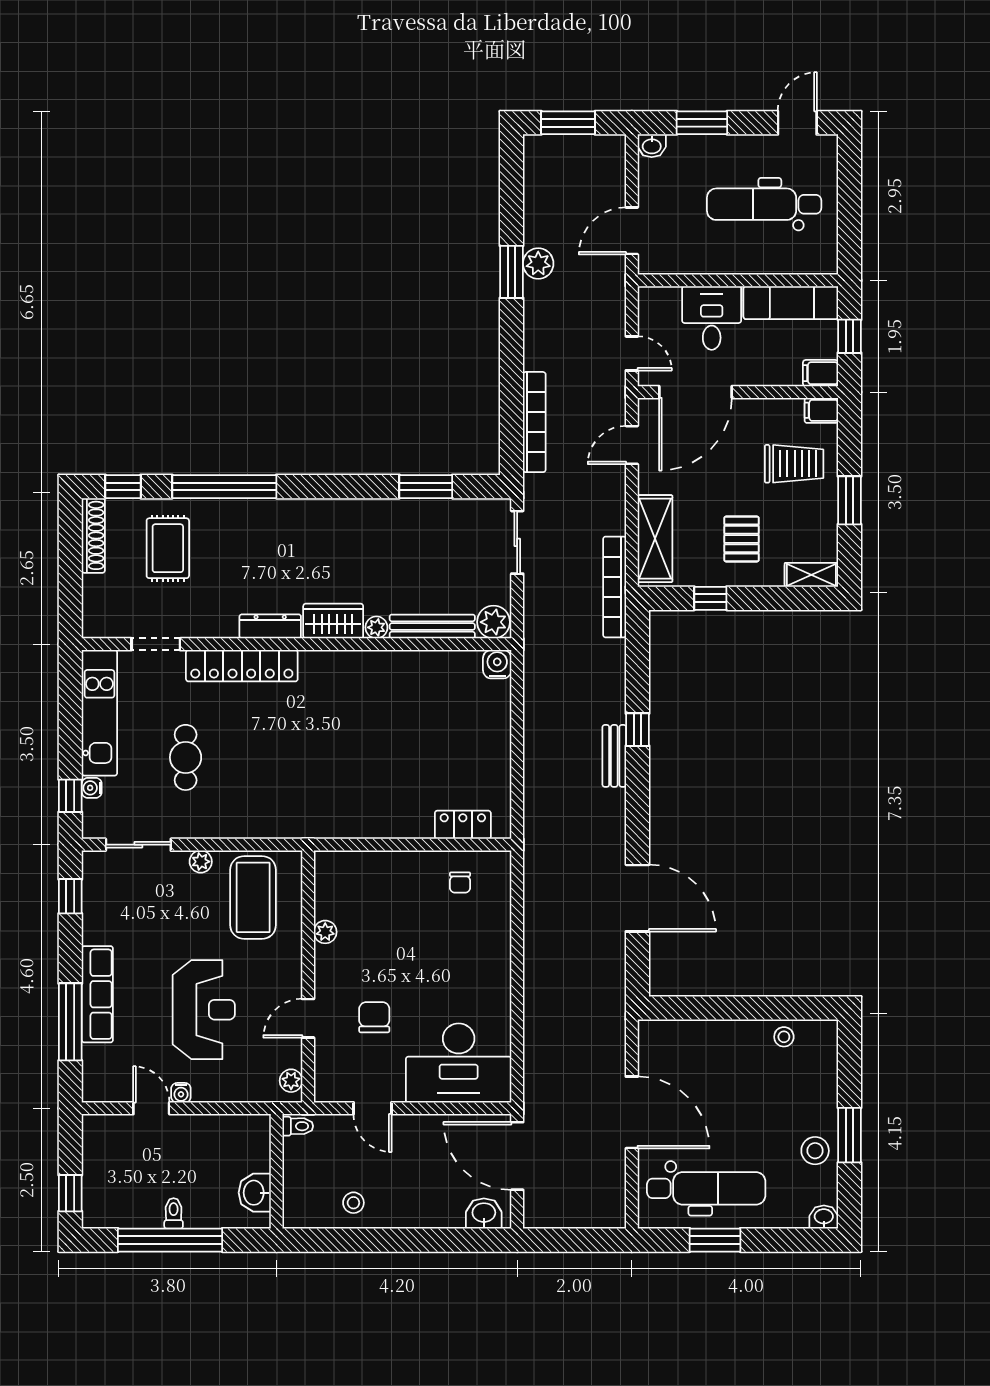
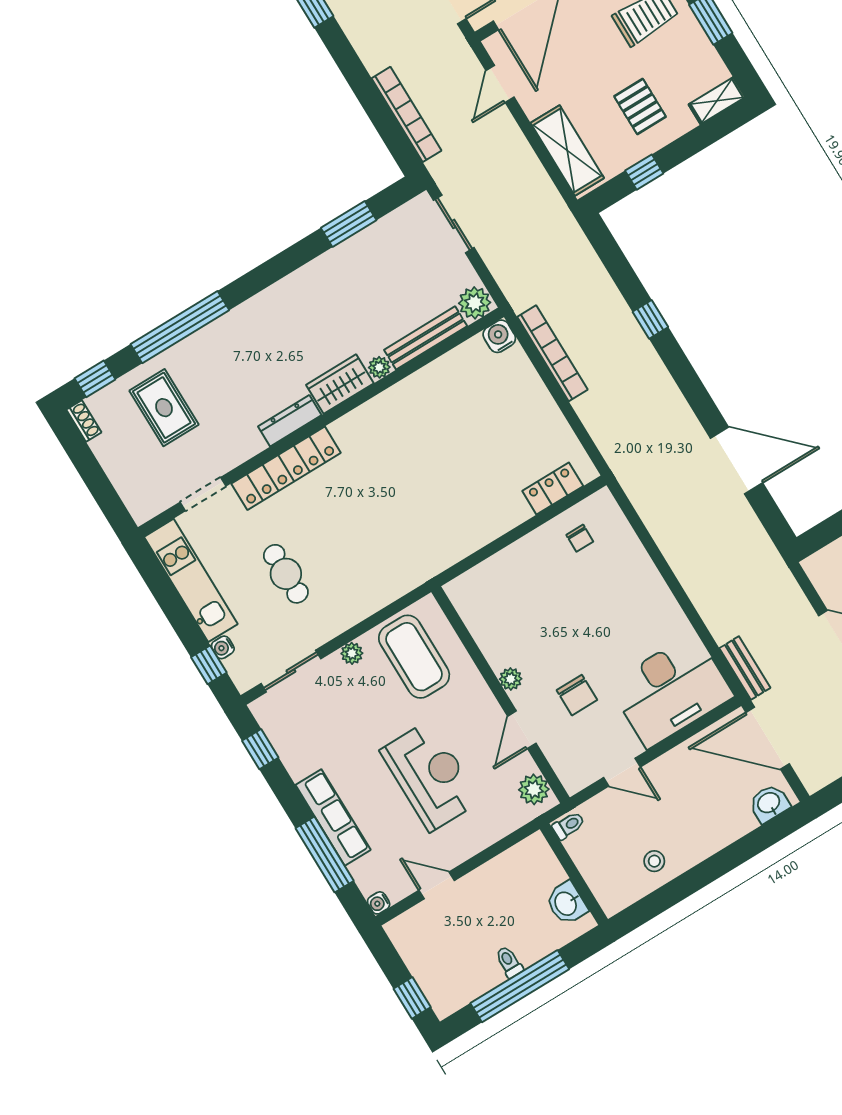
shoe rack: (93, 535) -> (84, 421), width x0.51, depth x0.81
bookcase: (615, 587) -> (552, 353), moved, turned 180
bench: (614, 756) -> (745, 668), moved
plant: (325, 932) -> (511, 679), moved
chair: (374, 1017) -> (577, 695), turned 180
plant: (291, 1081) -> (534, 789), width x1.38, depth x1.38
water cooler: (181, 1093) -> (379, 903), moved, turned 90

